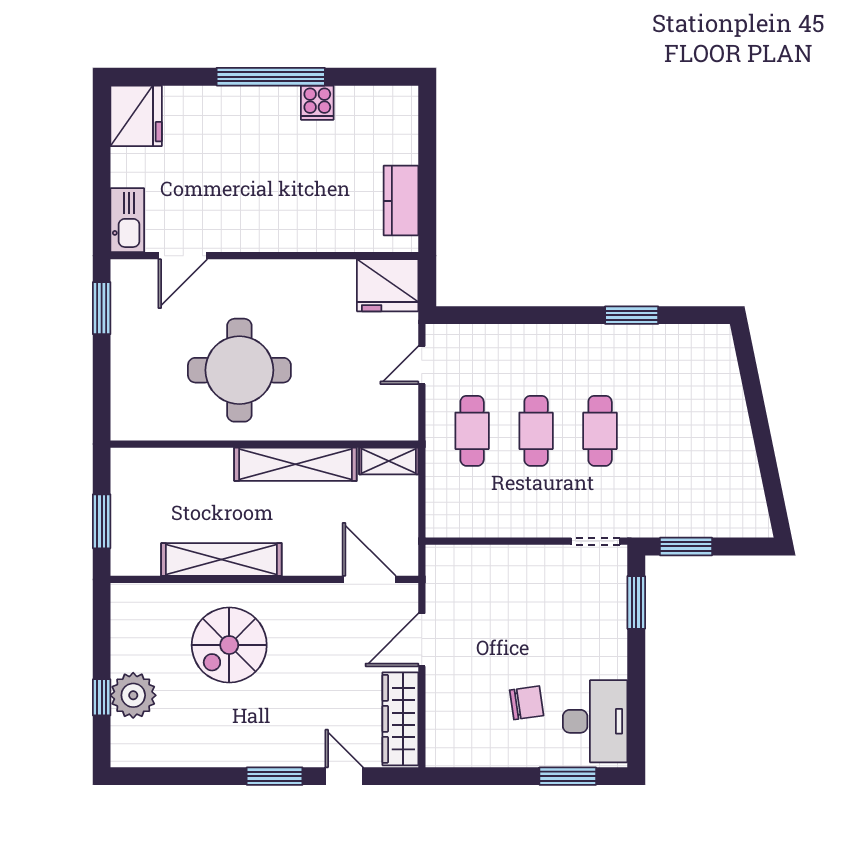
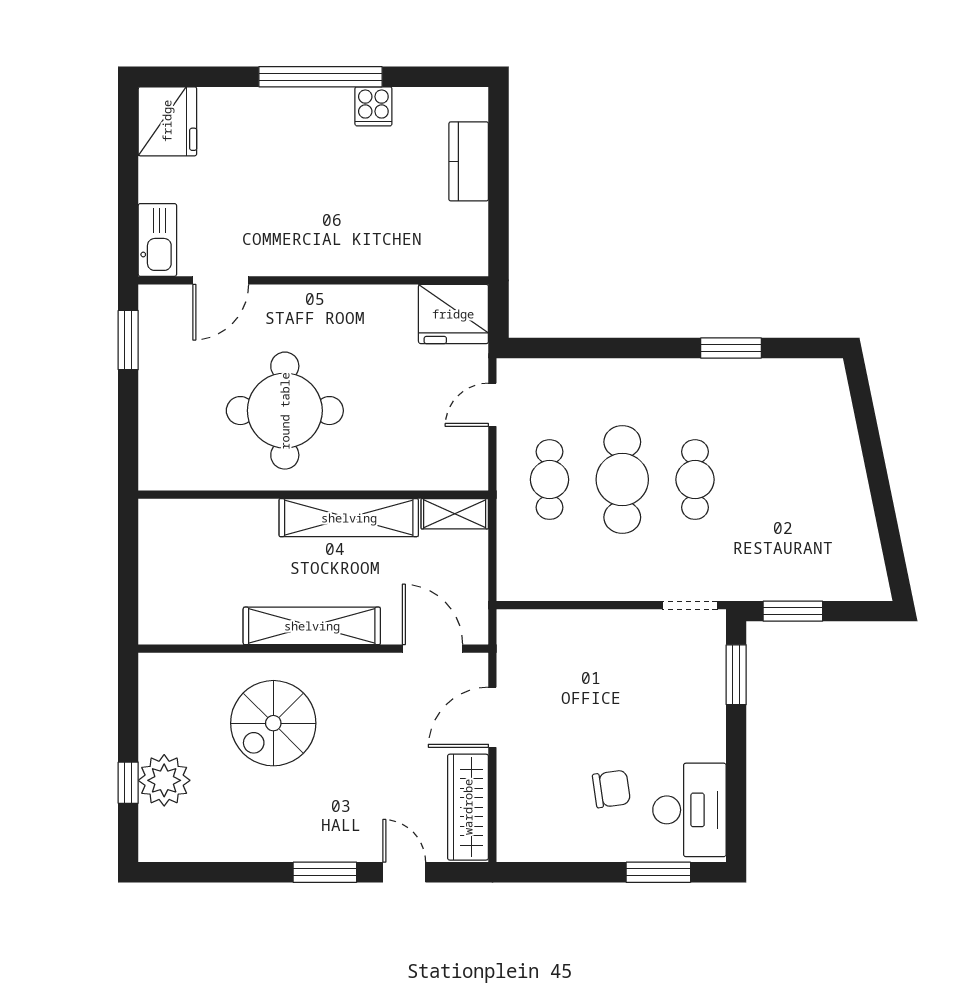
kitchen counter: (401, 201) -> (469, 161), moved
cafe table: (536, 431) -> (622, 480), width x1.37, depth x1.35
window: (102, 521) -> (128, 582), removed
shelving: (221, 559) -> (312, 626), moved

